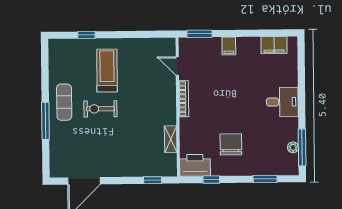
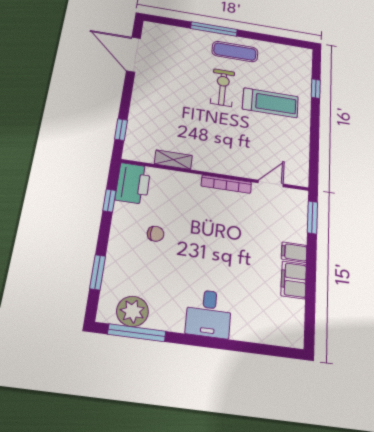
filing cabinet: (274, 45) -> (294, 280), moved
chair: (231, 144) -> (156, 234), width x0.54, depth x0.54
plant: (293, 147) -> (132, 311), width x1.88, depth x1.88

